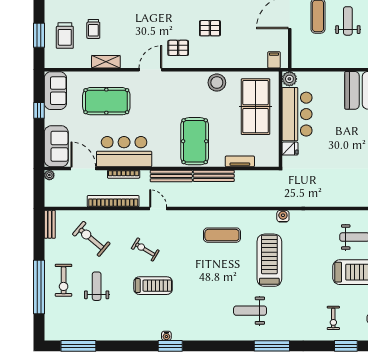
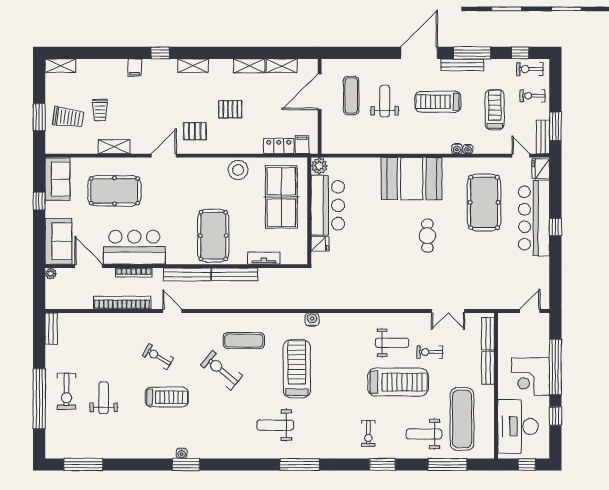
trolley: (65, 35) -> (68, 117), turned -82
locker: (253, 61) -> (279, 146), added
exercise bike: (91, 239) -> (222, 370), moved

